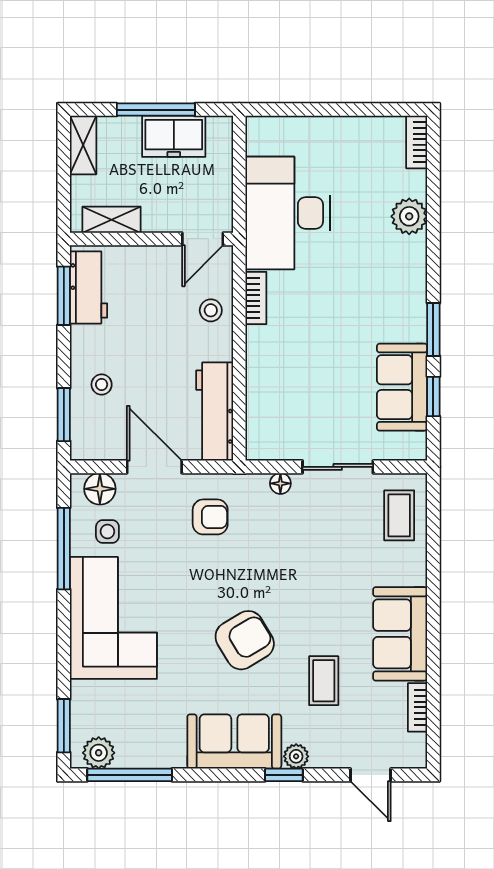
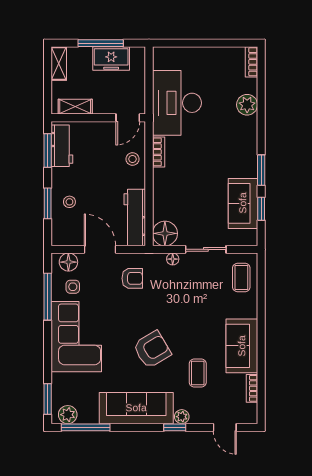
window: (64, 415) -> (48, 203), moved
floor lamp: (267, 439) -> (165, 233), added
sofa: (234, 742) -> (136, 408), width x1.36

